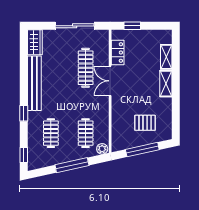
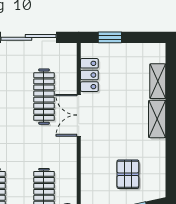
pallet: (145, 123) -> (128, 174), turned 90

